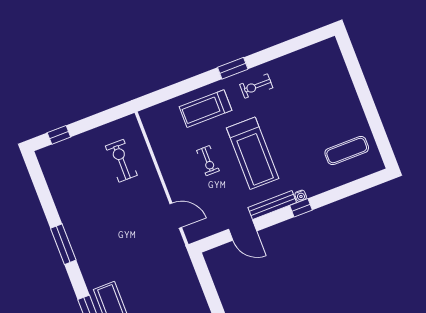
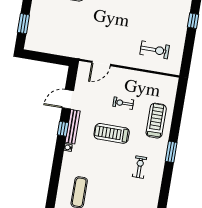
exercise bike: (256, 86) -> (140, 167), moved
treadmill: (253, 153) -> (112, 133), width x0.73, depth x0.73
window: (301, 208) -> (63, 129), moved

